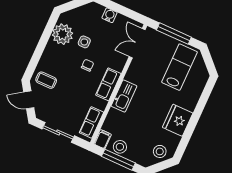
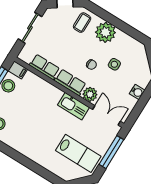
plant: (62, 34) -> (105, 32), moved
plant: (118, 63) -> (90, 94), added
kitchen sink: (124, 96) -> (73, 106), moved
fridge: (178, 120) -> (27, 145), removed
row of seats: (91, 122) -> (45, 67), moved

